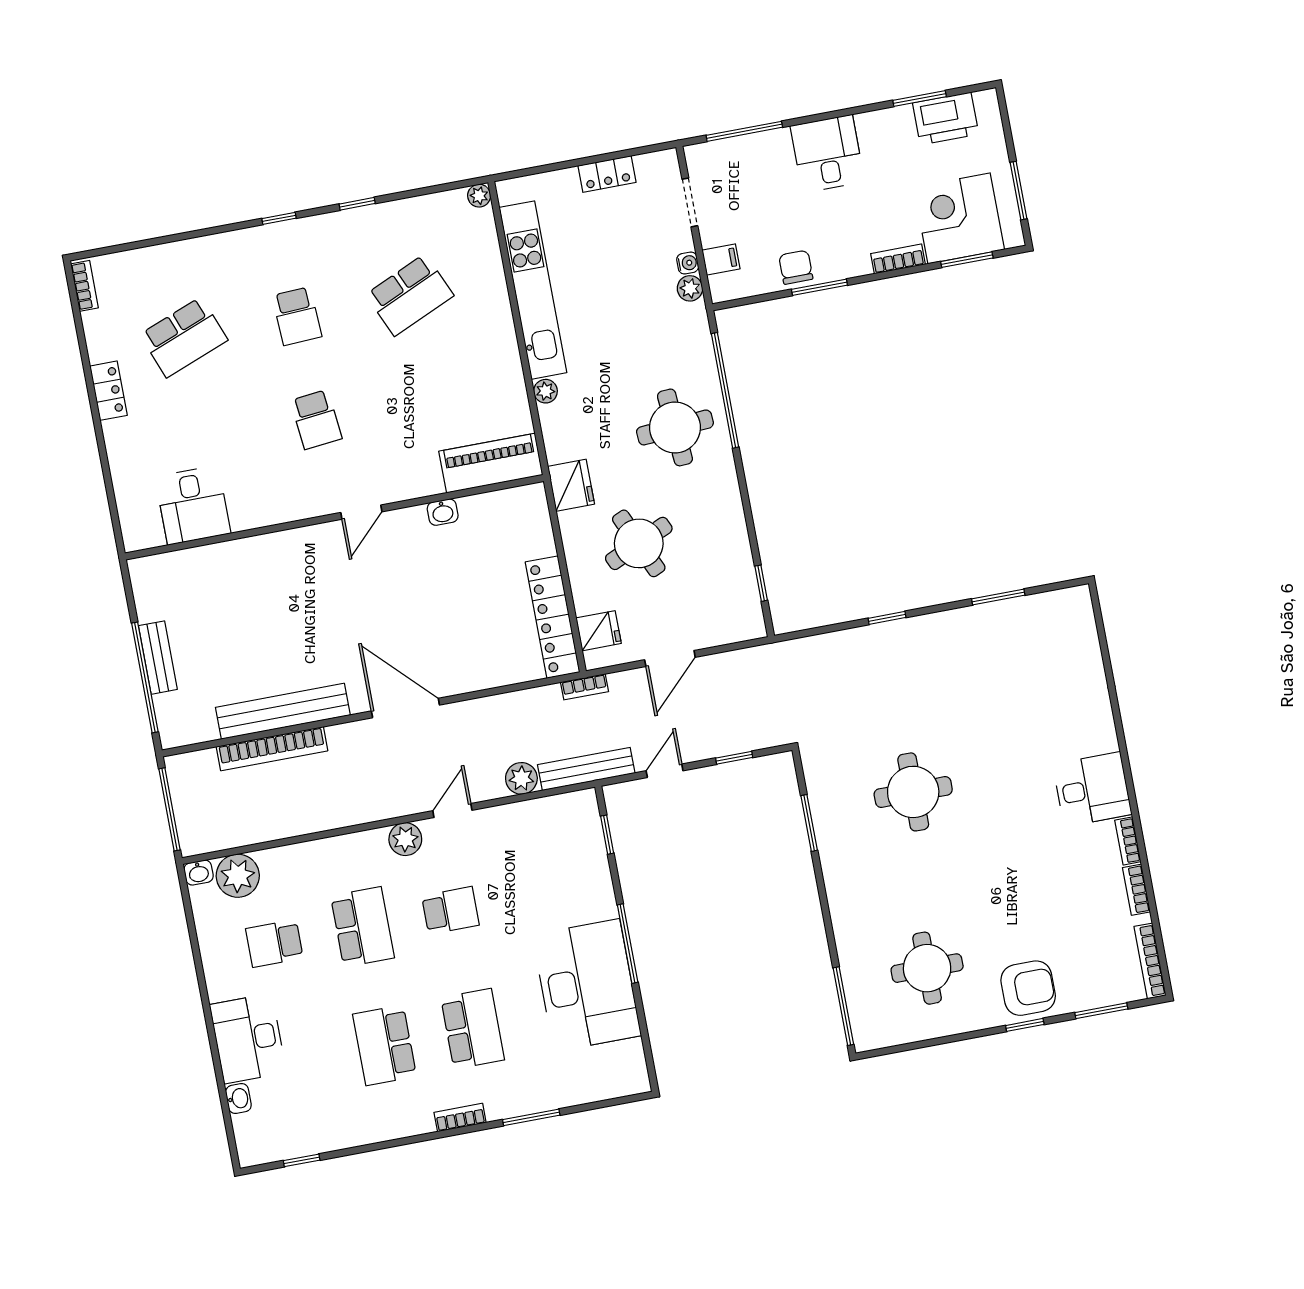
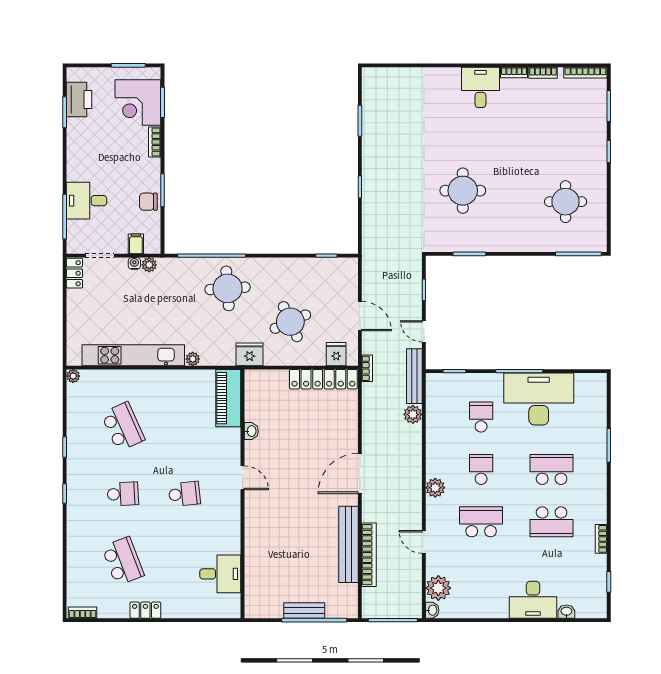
desk: (827, 154) -> (87, 201), moved
locker: (607, 174) -> (74, 273), moved
door: (452, 811) -> (424, 542), moved
school desk: (274, 943) -> (481, 417), moved, turned 180
armchair: (1028, 988) -> (588, 146), removed
bookcase: (460, 1118) -> (601, 539), moved

